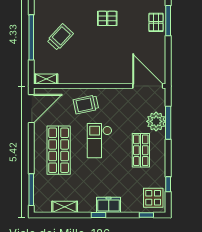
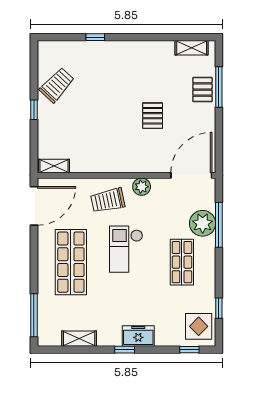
pallet: (107, 18) -> (153, 116), moved, turned 90
window: (31, 37) -> (34, 110), width x0.32
trolley: (60, 37) -> (57, 85), moved
door: (148, 86) -> (191, 175), hinge flipped
plant: (111, 94) -> (142, 187), added

